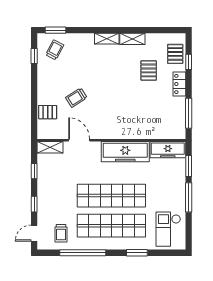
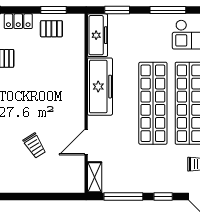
pallet: (48, 112) -> (51, 29), moved, turned 90
window: (189, 113) -> (54, 10), width x0.69
window: (34, 171) -> (123, 196), width x2.17
window: (189, 197) -> (168, 10), moved

